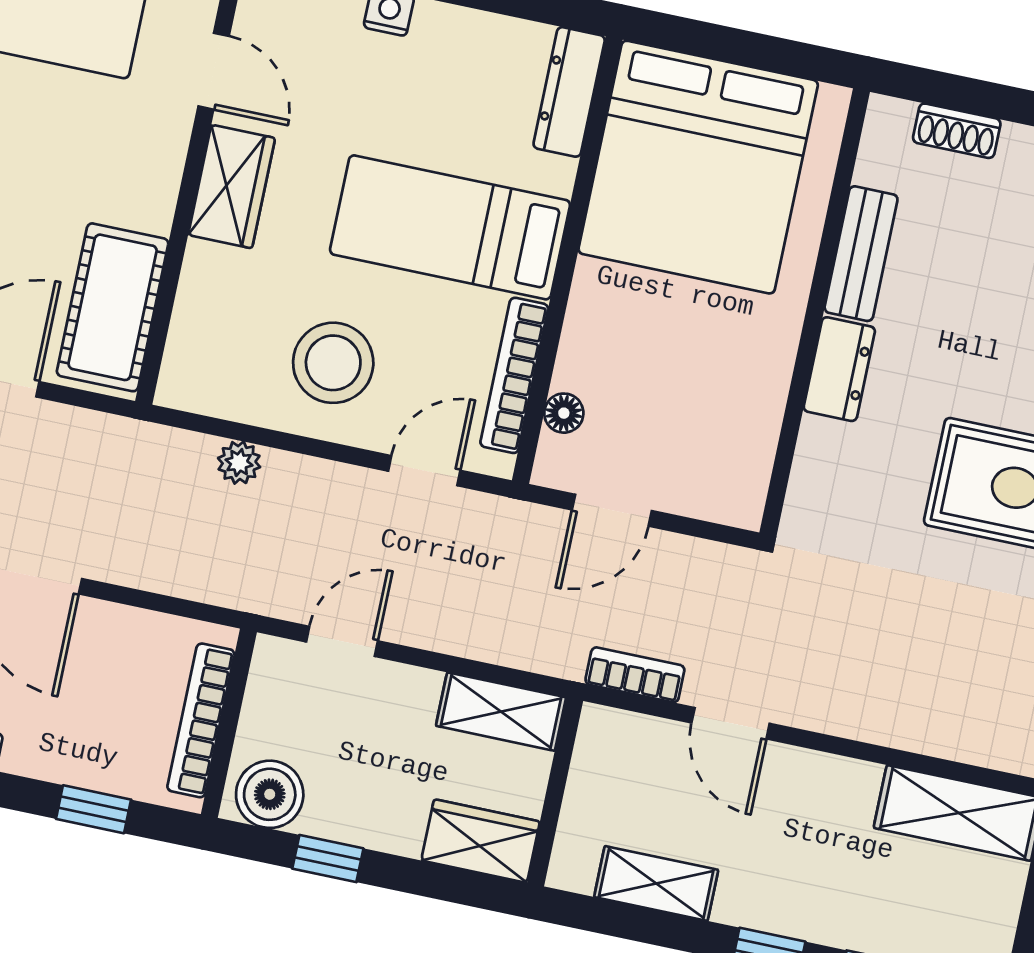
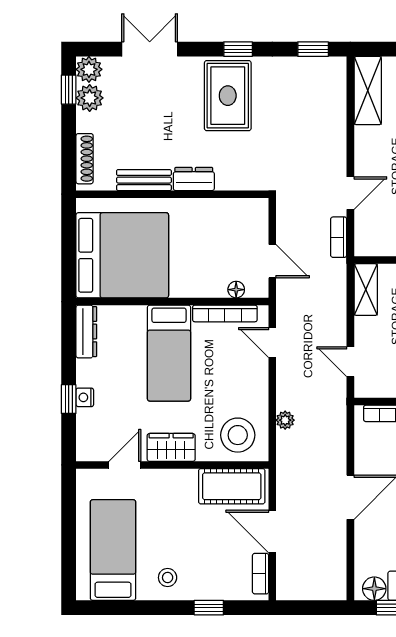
dresser: (569, 92) -> (86, 332), moved, turned -90
shoe rack: (957, 131) -> (85, 159), width x1.43
stool: (333, 363) -> (238, 435), moved

